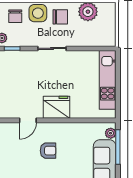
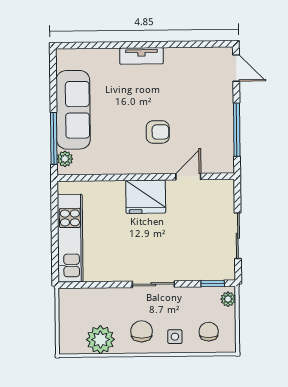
side table: (38, 13) -> (175, 337), width x0.54, depth x0.54
chair: (60, 17) -> (142, 331), turned 90
armchair: (48, 151) -> (158, 132), turned 180

